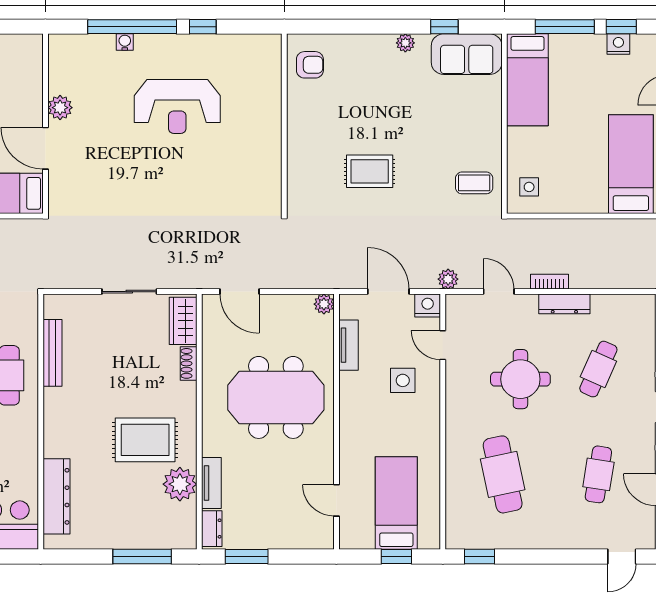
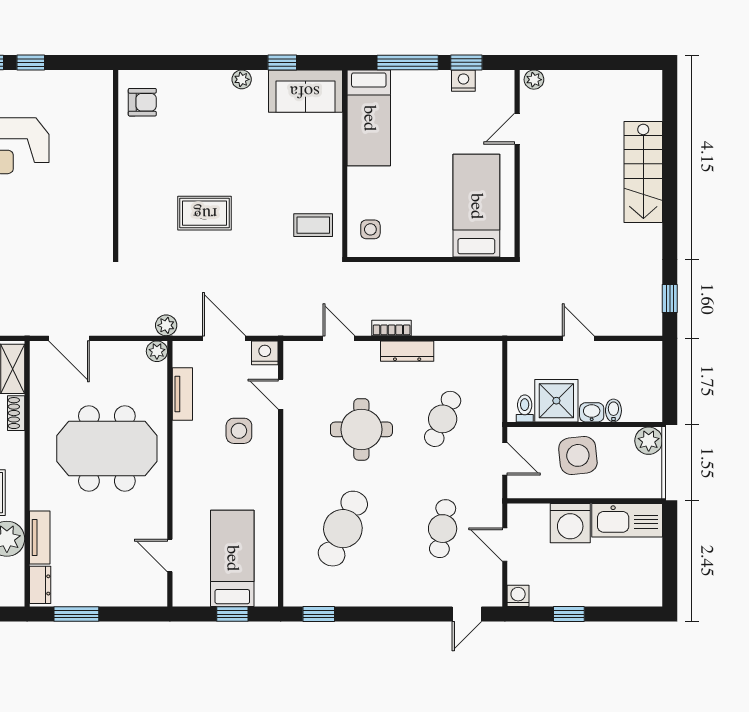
plant: (448, 279) -> (166, 325), moved
cafe table: (503, 474) -> (343, 529), turned 36

